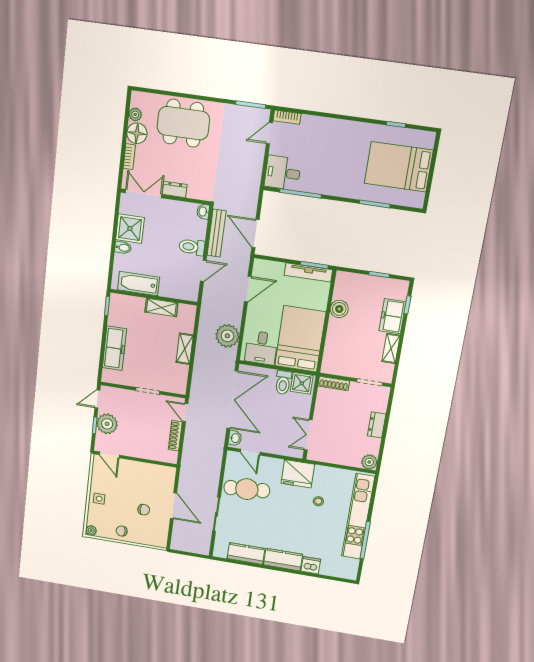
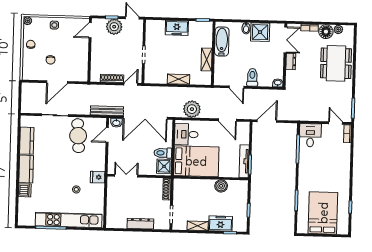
bench: (217, 233) -> (107, 111), moved
freezer: (114, 348) -> (177, 28), width x0.71
dresser: (377, 425) -> (140, 224), width x1.44
plant: (369, 462) -> (112, 222), removed
fridge: (298, 474) -> (98, 177), width x0.53, depth x0.75

